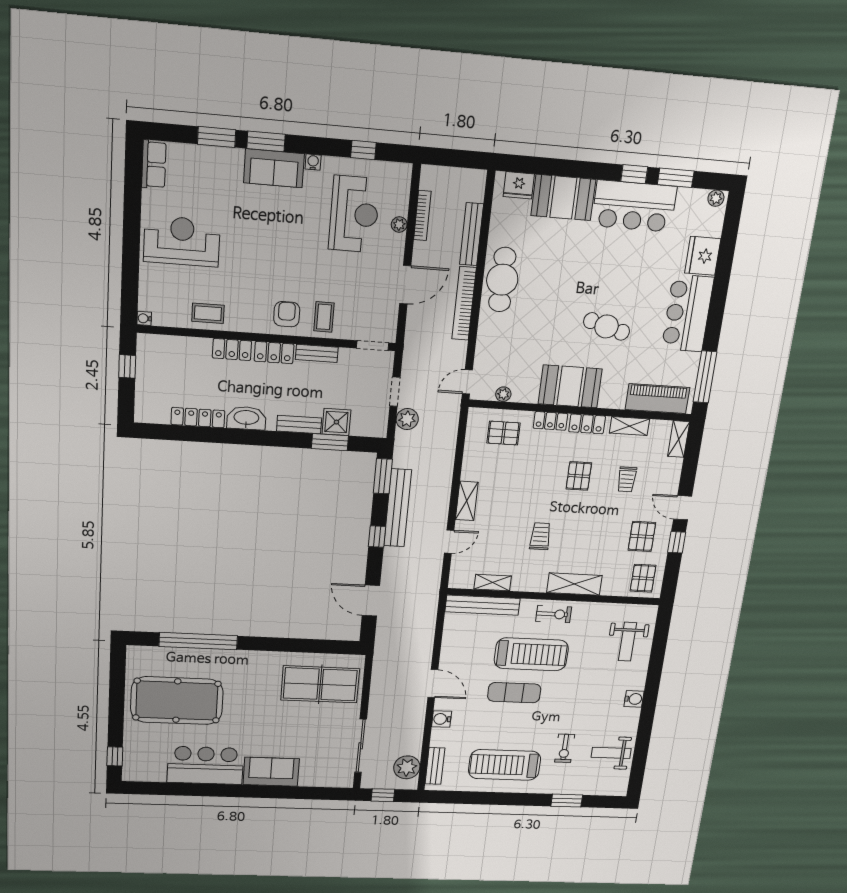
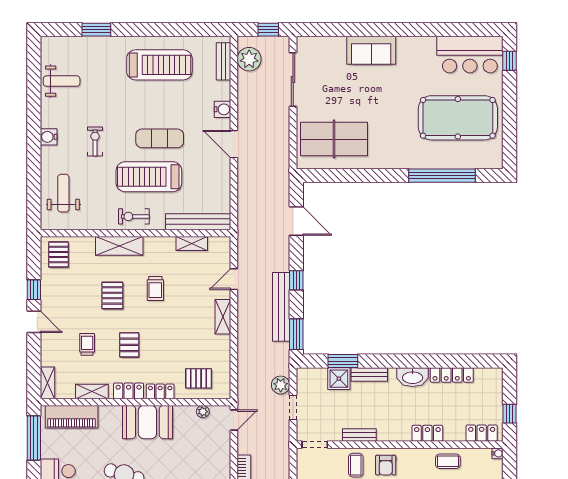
locker: (274, 353) -> (482, 433), moved
pallet: (642, 536) -> (112, 295), moved
exercise bike: (565, 748) -> (95, 141), moved
bar counter: (205, 765) -> (470, 55), moved

